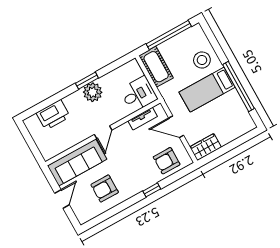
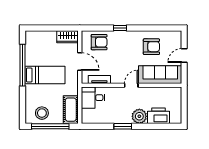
stool: (202, 60) -> (42, 113), moved
plant: (93, 92) -> (139, 116), moved

